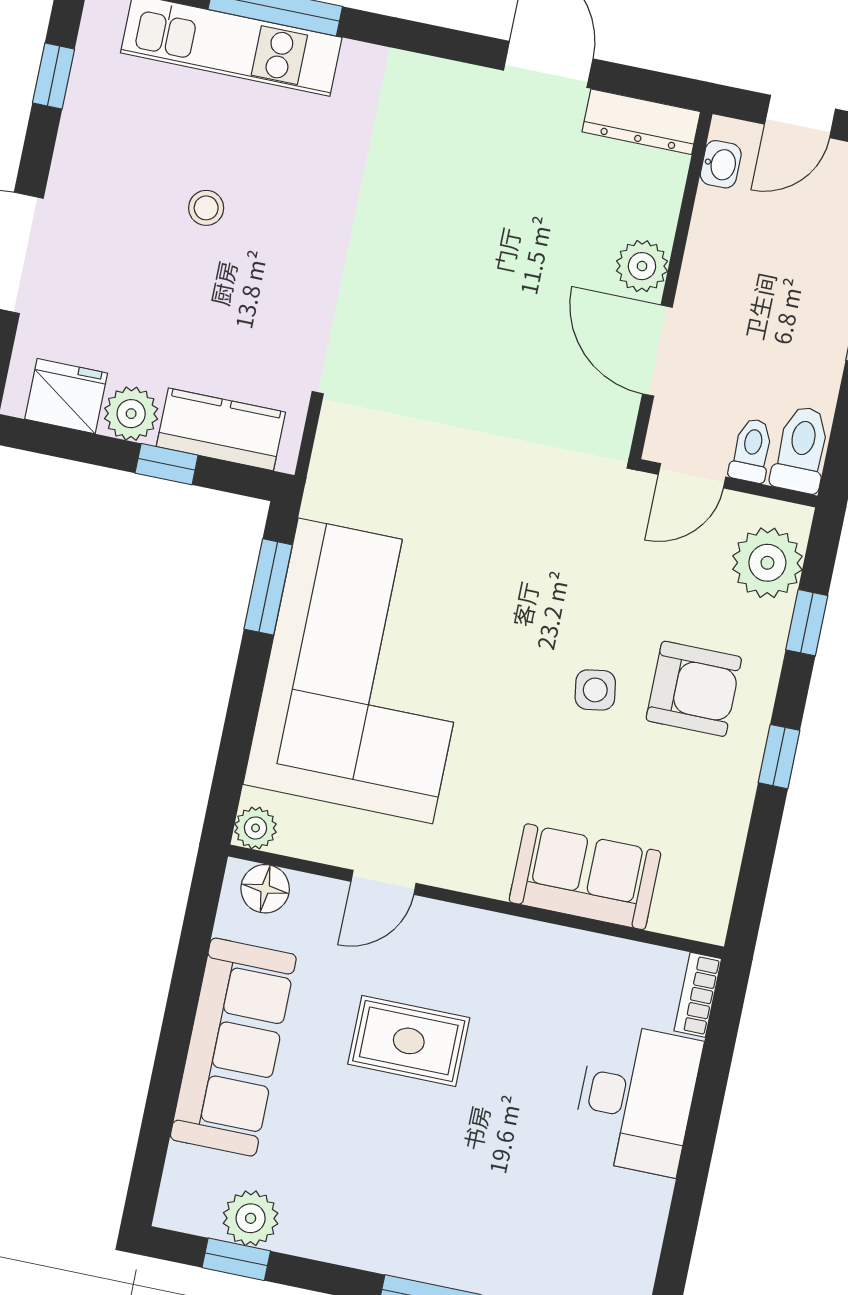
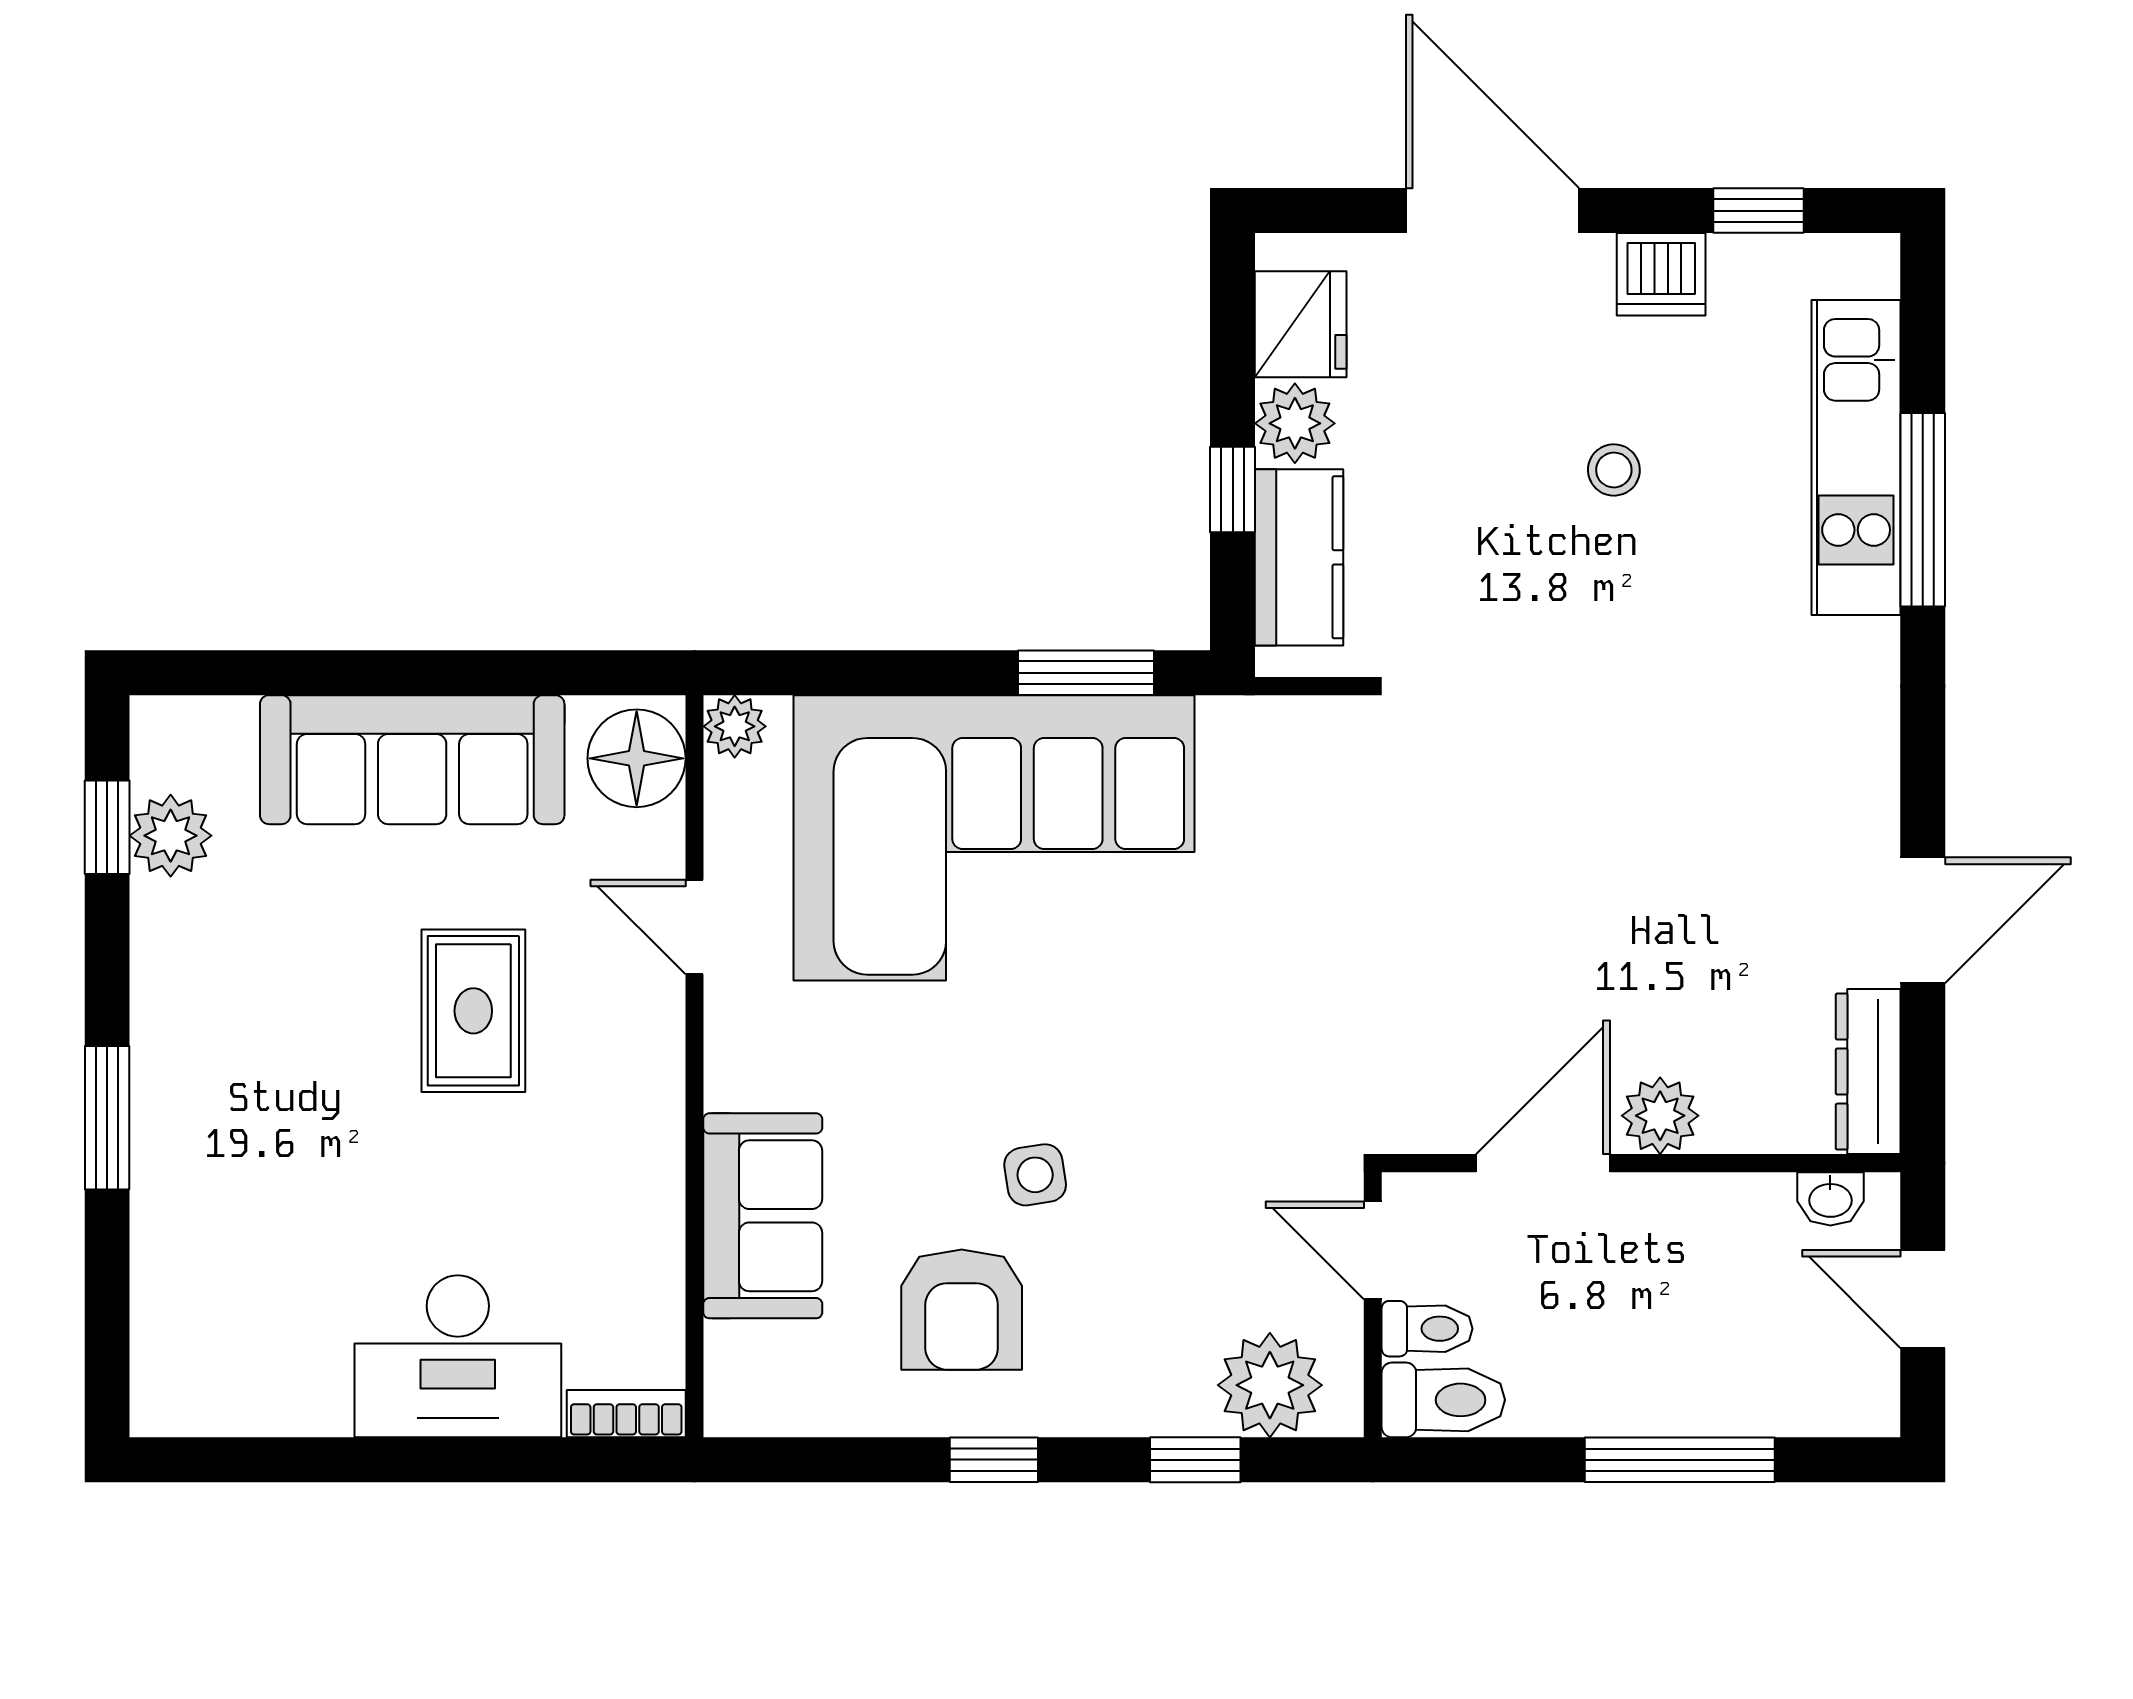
dishwasher: (82, 149) -> (1661, 274), added
armchair: (694, 689) -> (962, 1310), moved
floor lamp: (265, 889) -> (637, 758), width x1.38, depth x1.38

